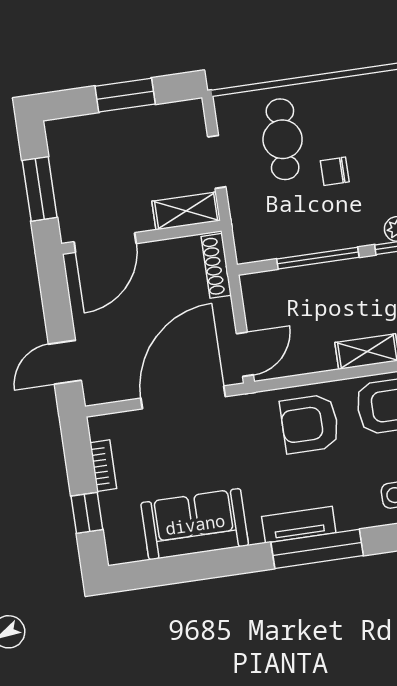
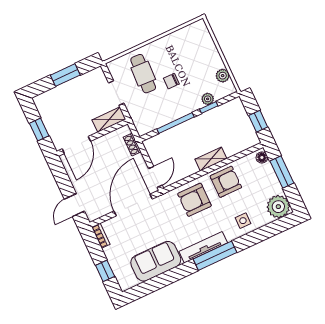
window: (40, 189) -> (39, 130), width x0.67
shoe rack: (216, 266) -> (132, 145), width x0.70
bookcase: (103, 466) -> (101, 236), moved
tv unit: (299, 525) -> (203, 247), width x1.41

